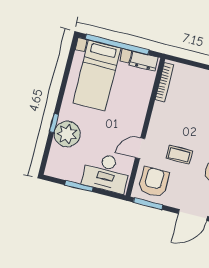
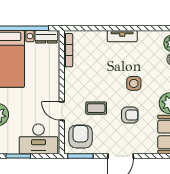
door: (140, 148) -> (62, 111), hinge flipped

